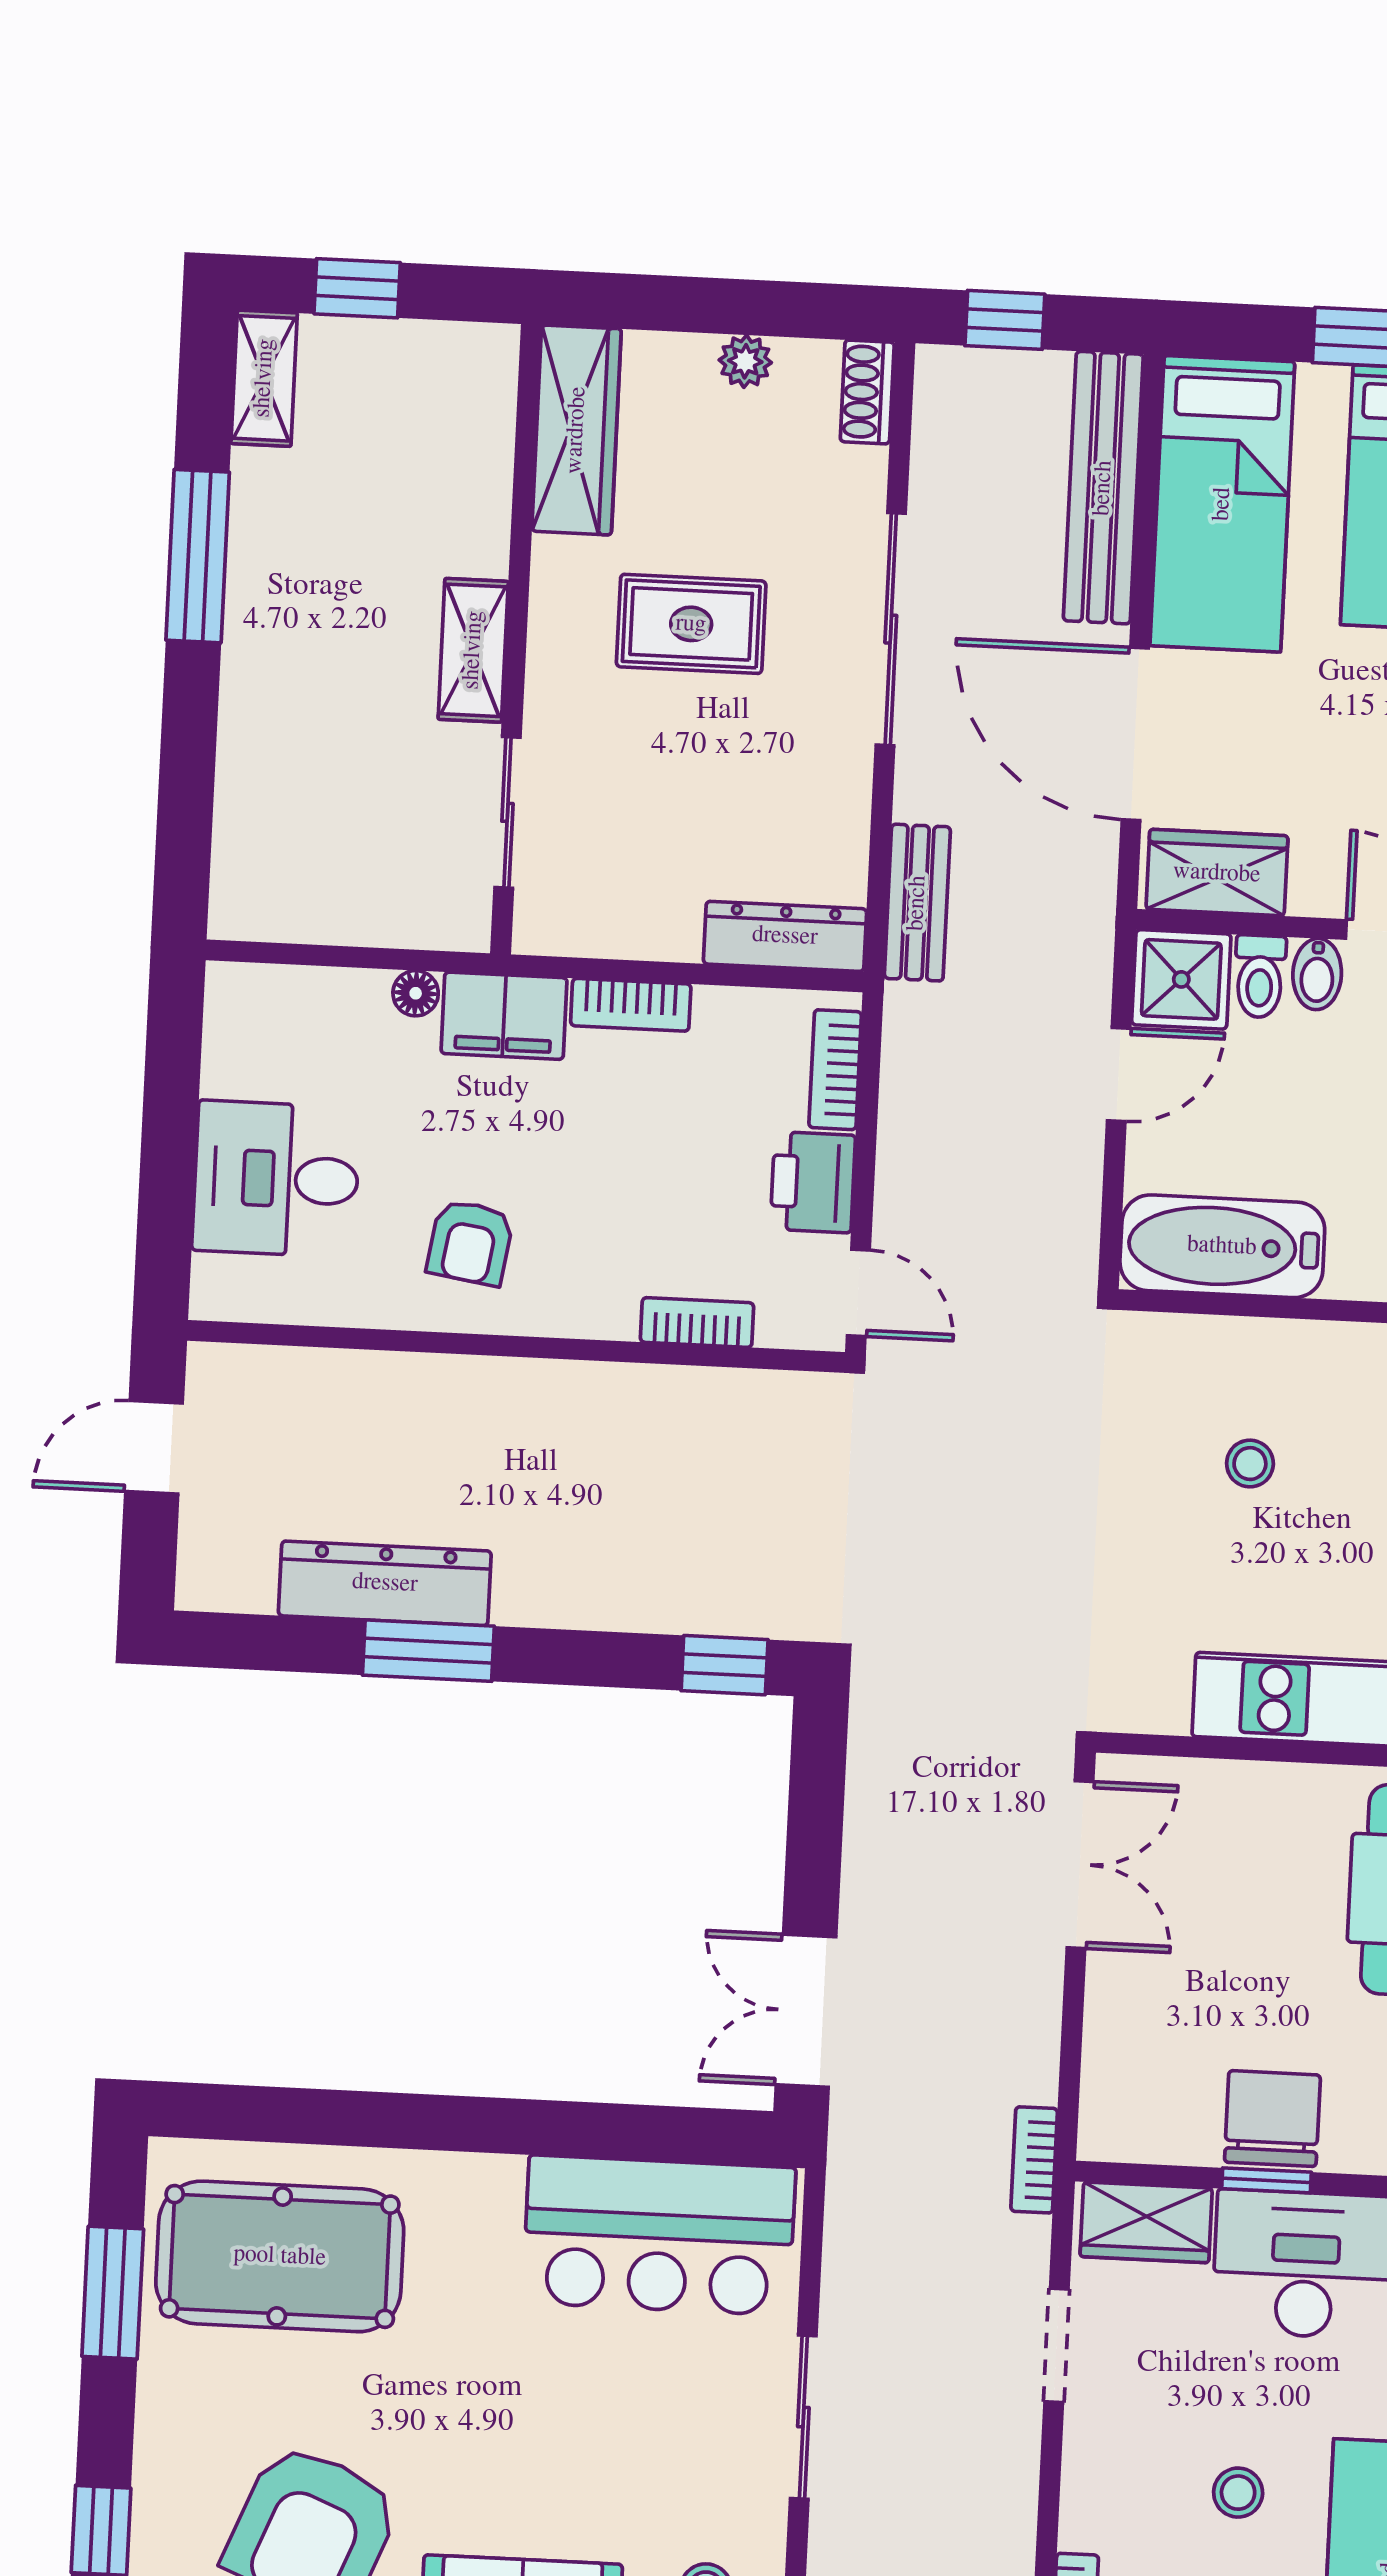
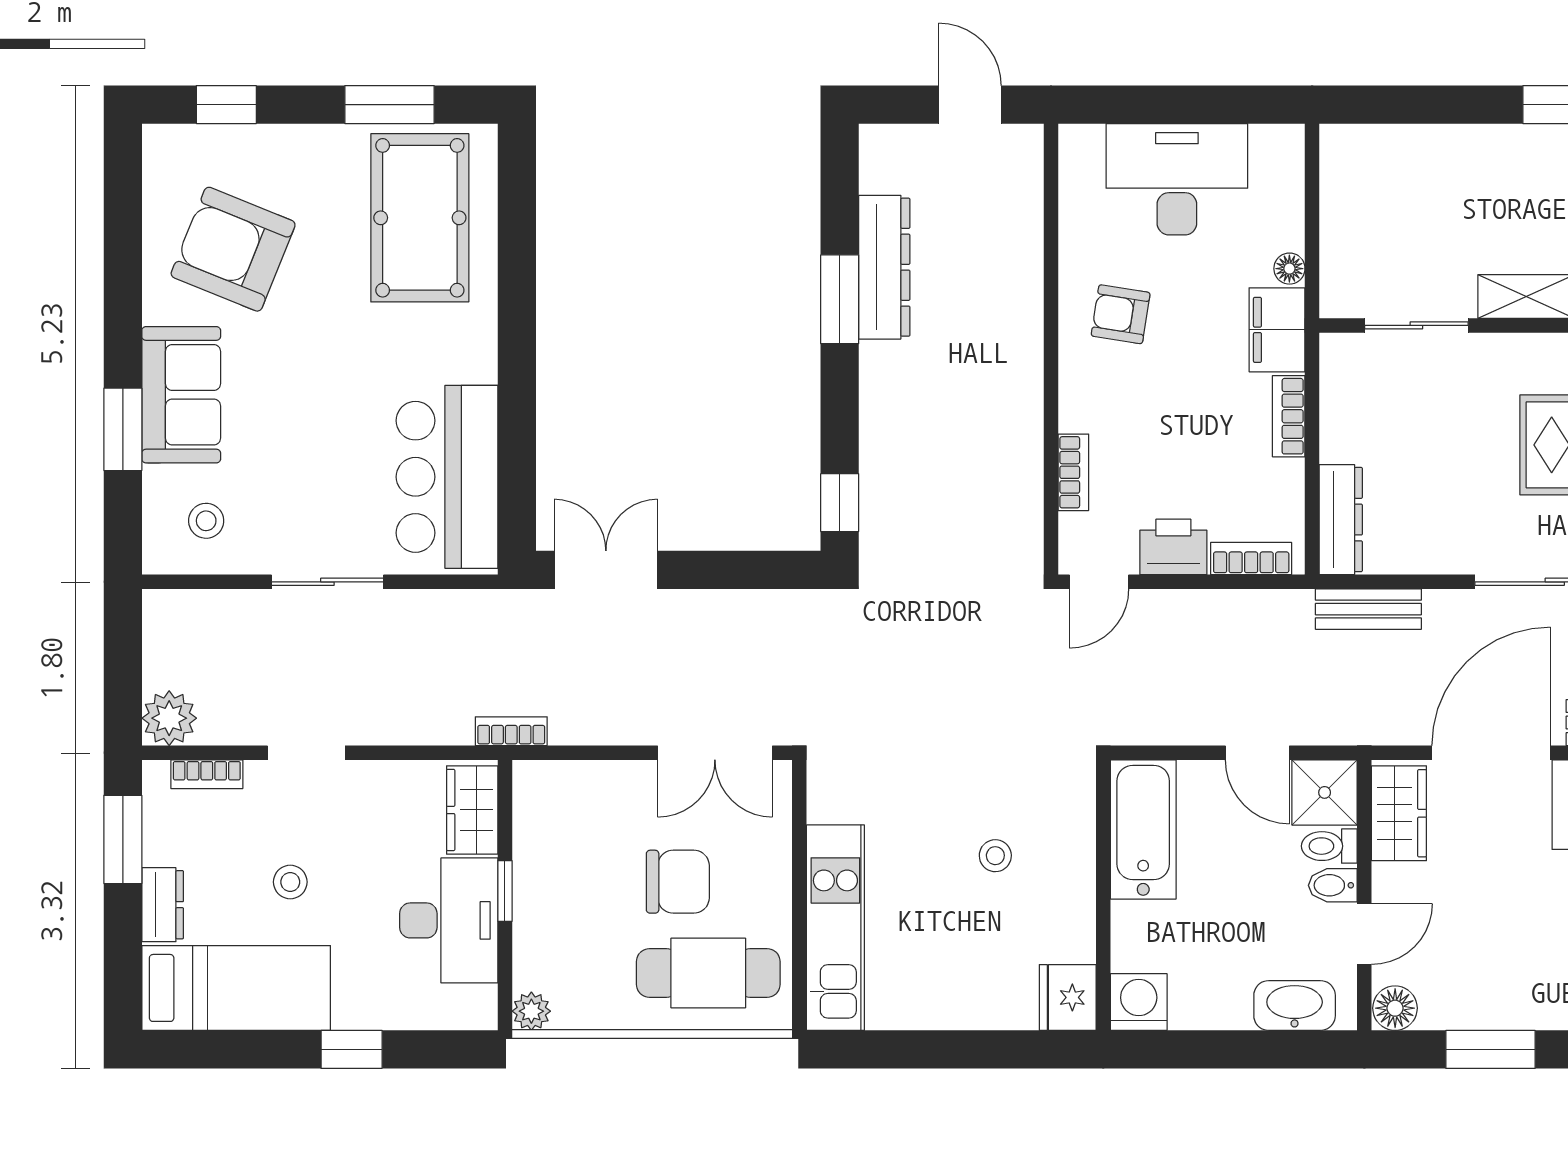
desk: (276, 1179) -> (1177, 179), width x1.37
chair: (1272, 2119) -> (678, 882), moved
doorway: (1056, 2345) -> (306, 753), moved

